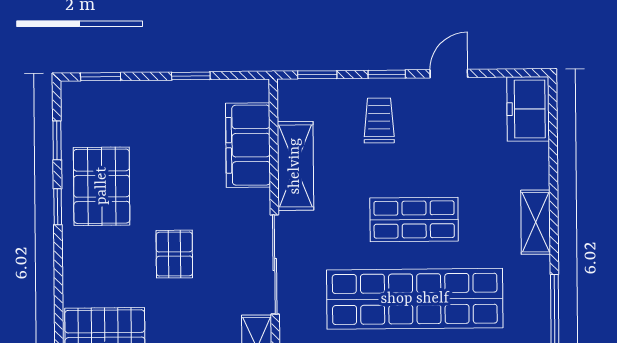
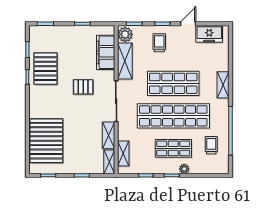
plant: (295, 101) -> (125, 34), added
freezer: (528, 109) -> (209, 34), moved, turned -90
shop shelf: (414, 219) -> (173, 83), width x1.43, depth x1.36
pallet: (174, 254) -> (83, 87), moved, turned 90

